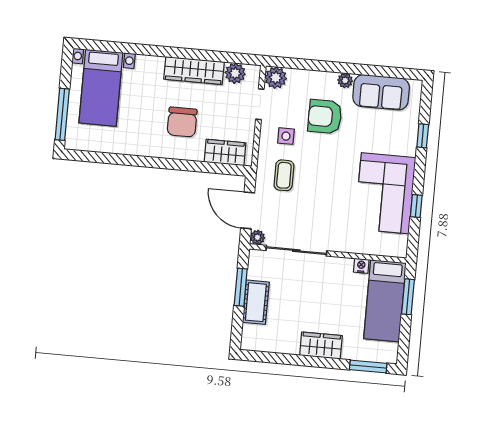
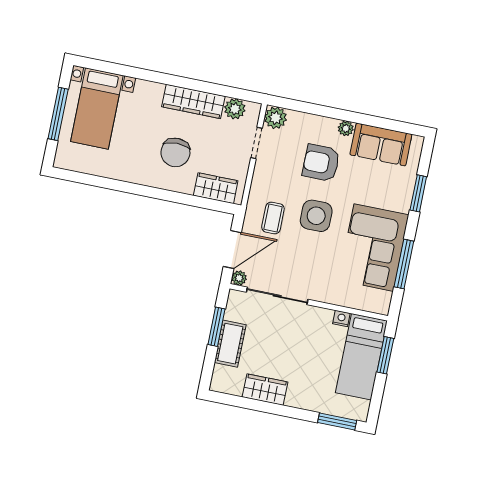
window: (62, 114) -> (58, 114), moved
side table: (286, 136) -> (316, 216), moved, width x1.87, depth x1.87
window: (423, 136) -> (418, 193), width x1.50
window: (416, 206) -> (404, 264), width x2.17
door: (248, 210) -> (232, 249), swing flipped
wardrobe: (321, 345) -> (265, 390), moved

